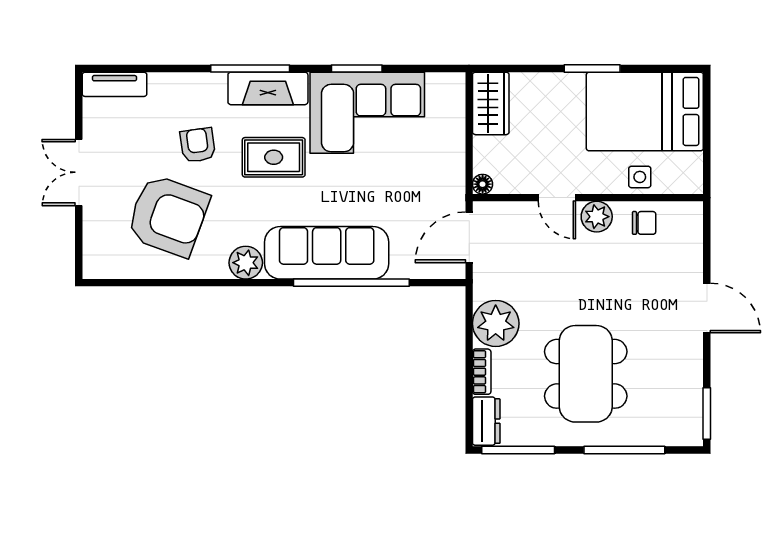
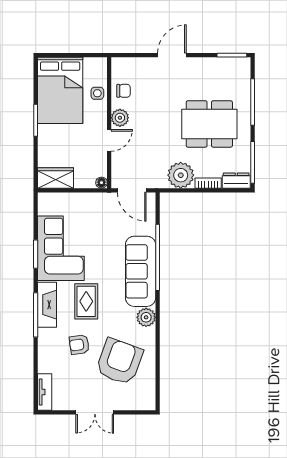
chair: (644, 223) -> (124, 91), turned 90

